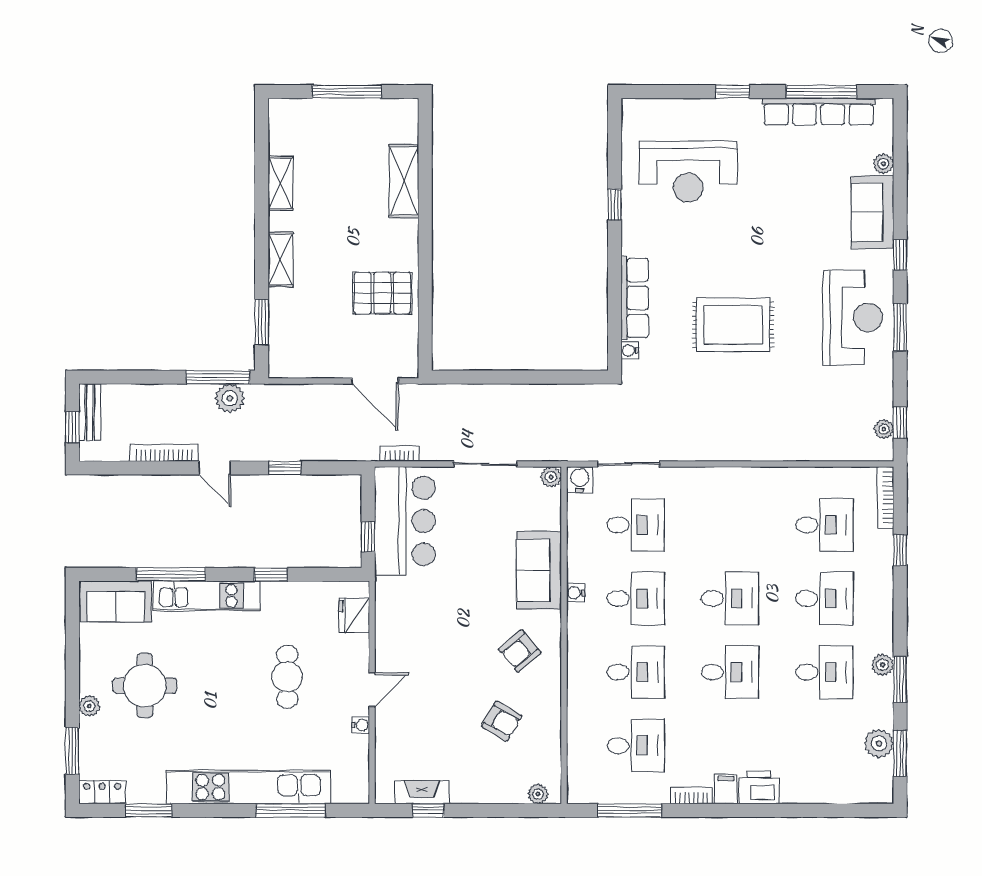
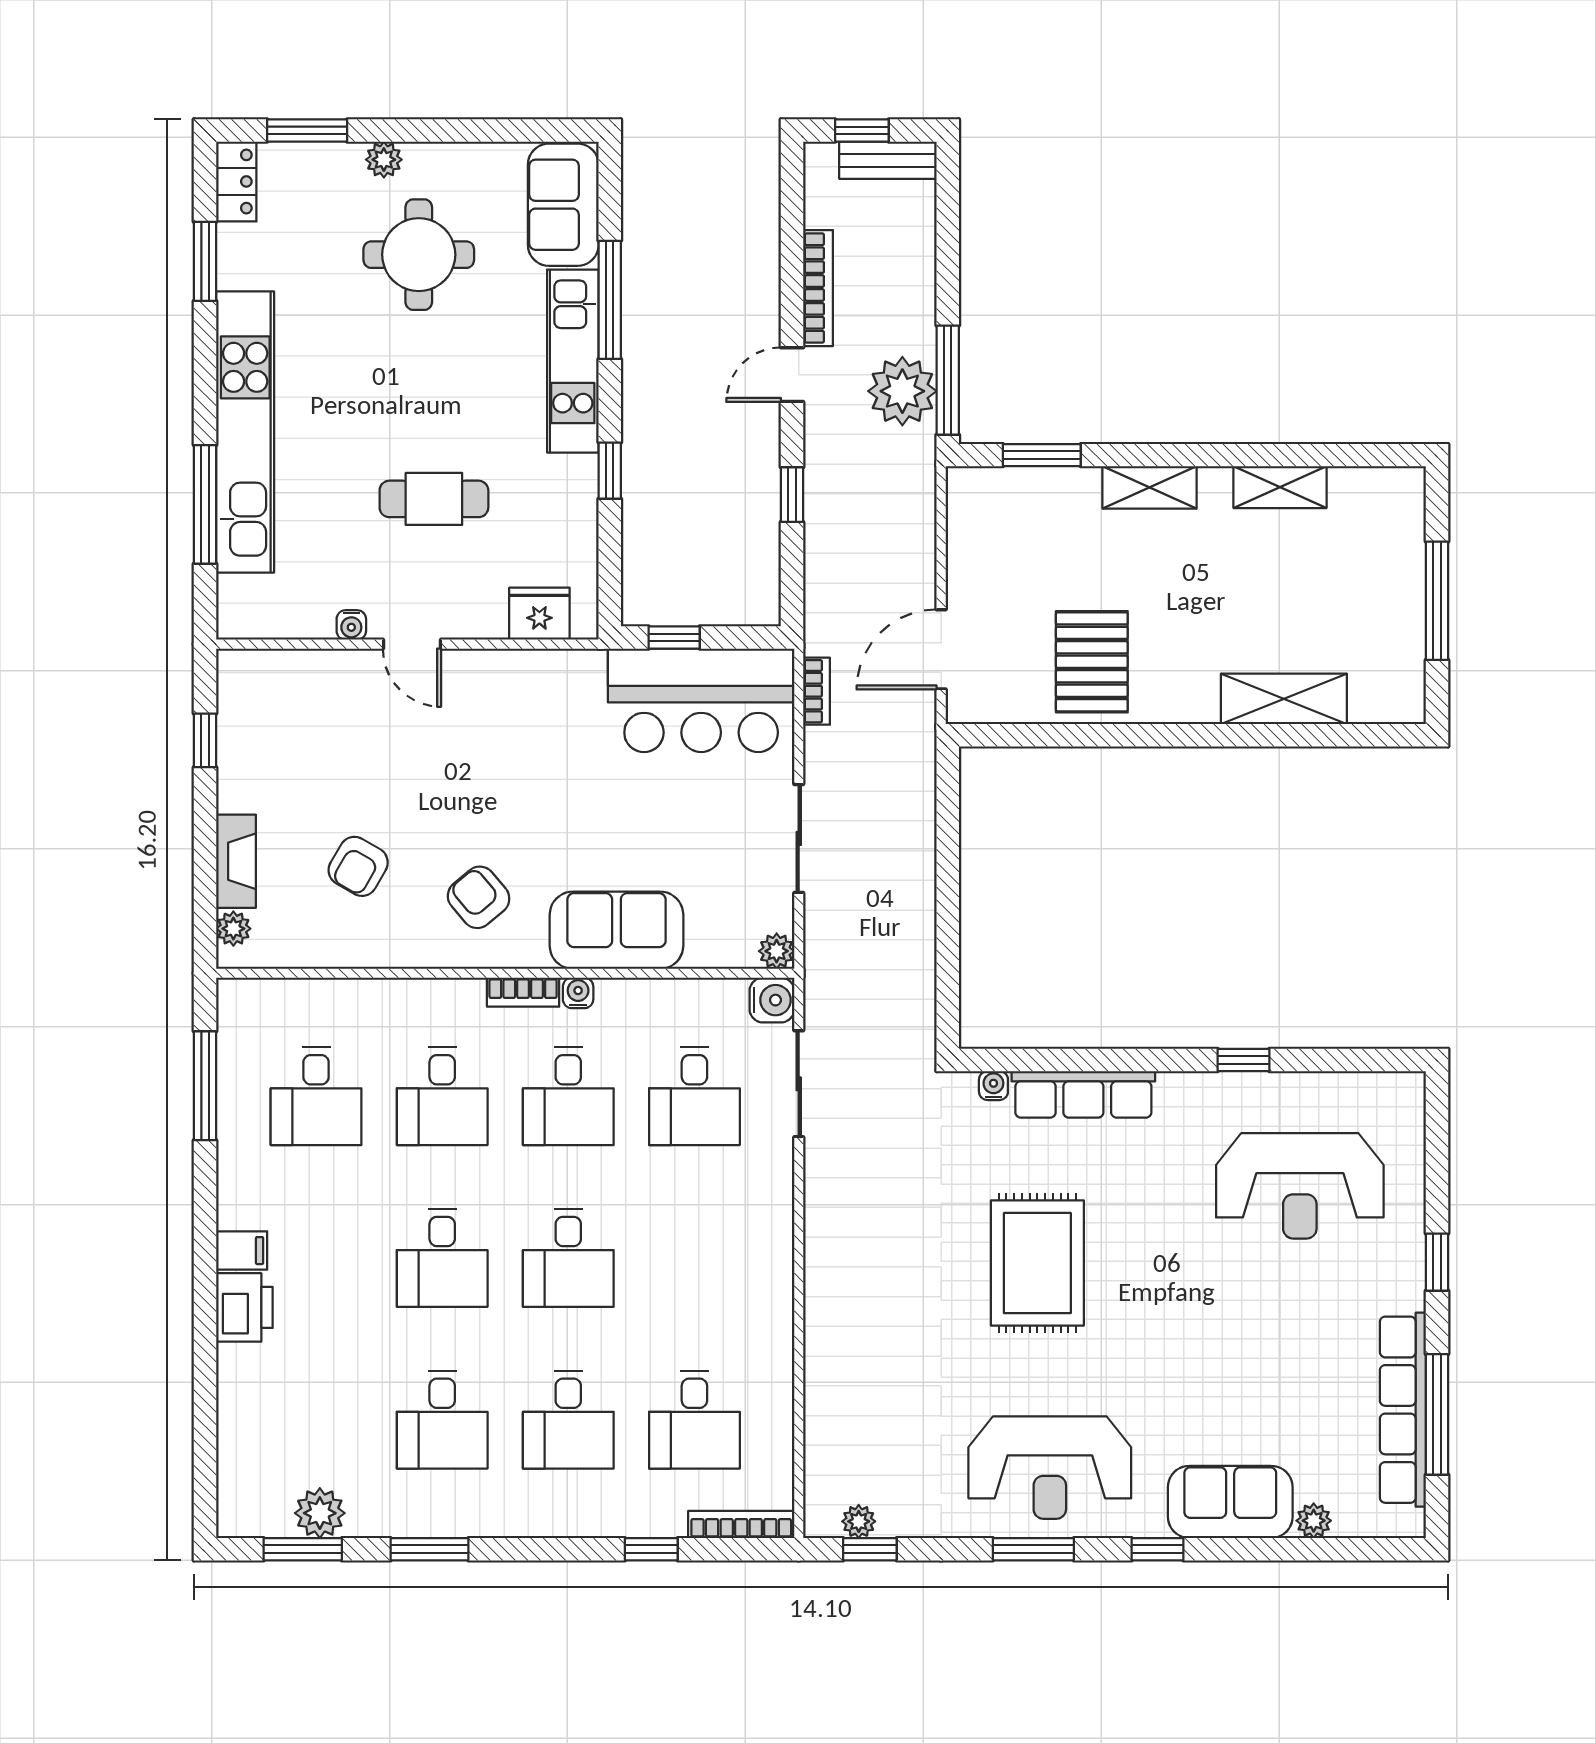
reception desk: (688, 172) -> (1300, 1186), turned -90
plant: (230, 398) -> (902, 391), width x1.36, depth x1.36
plant: (883, 665) -> (455, 1519), removed
fireplace: (422, 792) -> (236, 861), moved
bookcase: (691, 796) -> (523, 992), moved, turned 90

